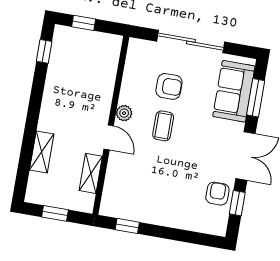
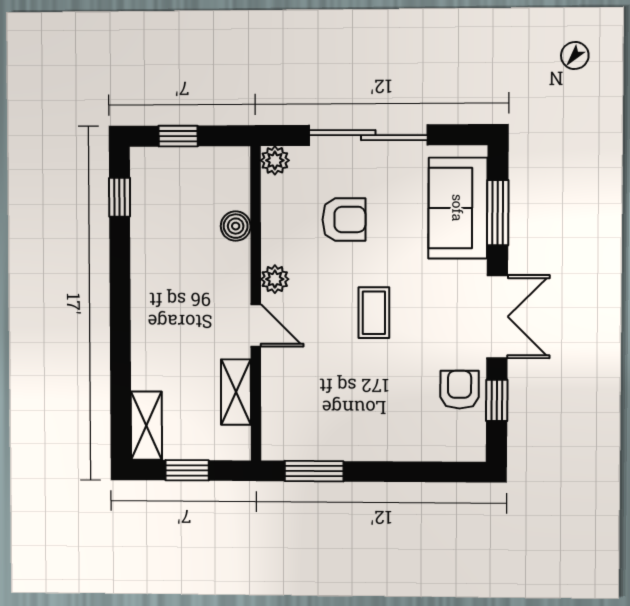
plant: (136, 46) -> (275, 160), added
boiler: (107, 79) -> (236, 226), added
coffee table: (163, 126) -> (374, 313), moved
shelving: (42, 152) -> (146, 426), moved
window: (127, 226) -> (314, 471), width x1.50

